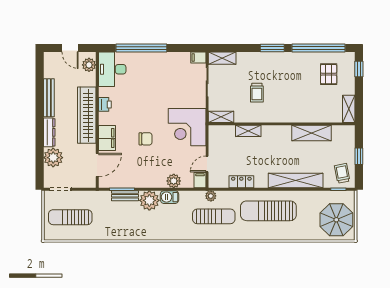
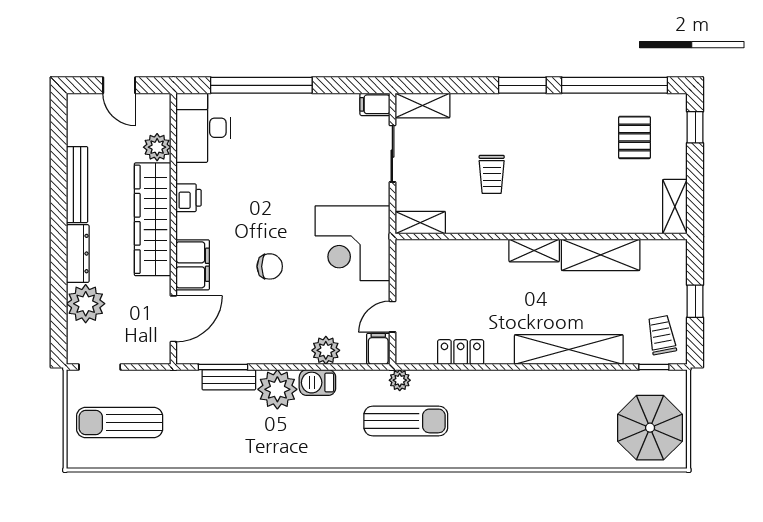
plant: (89, 65) -> (157, 147), moved
shelving: (248, 131) -> (534, 250), moved
sun lounger: (268, 211) -> (515, 410), removed

